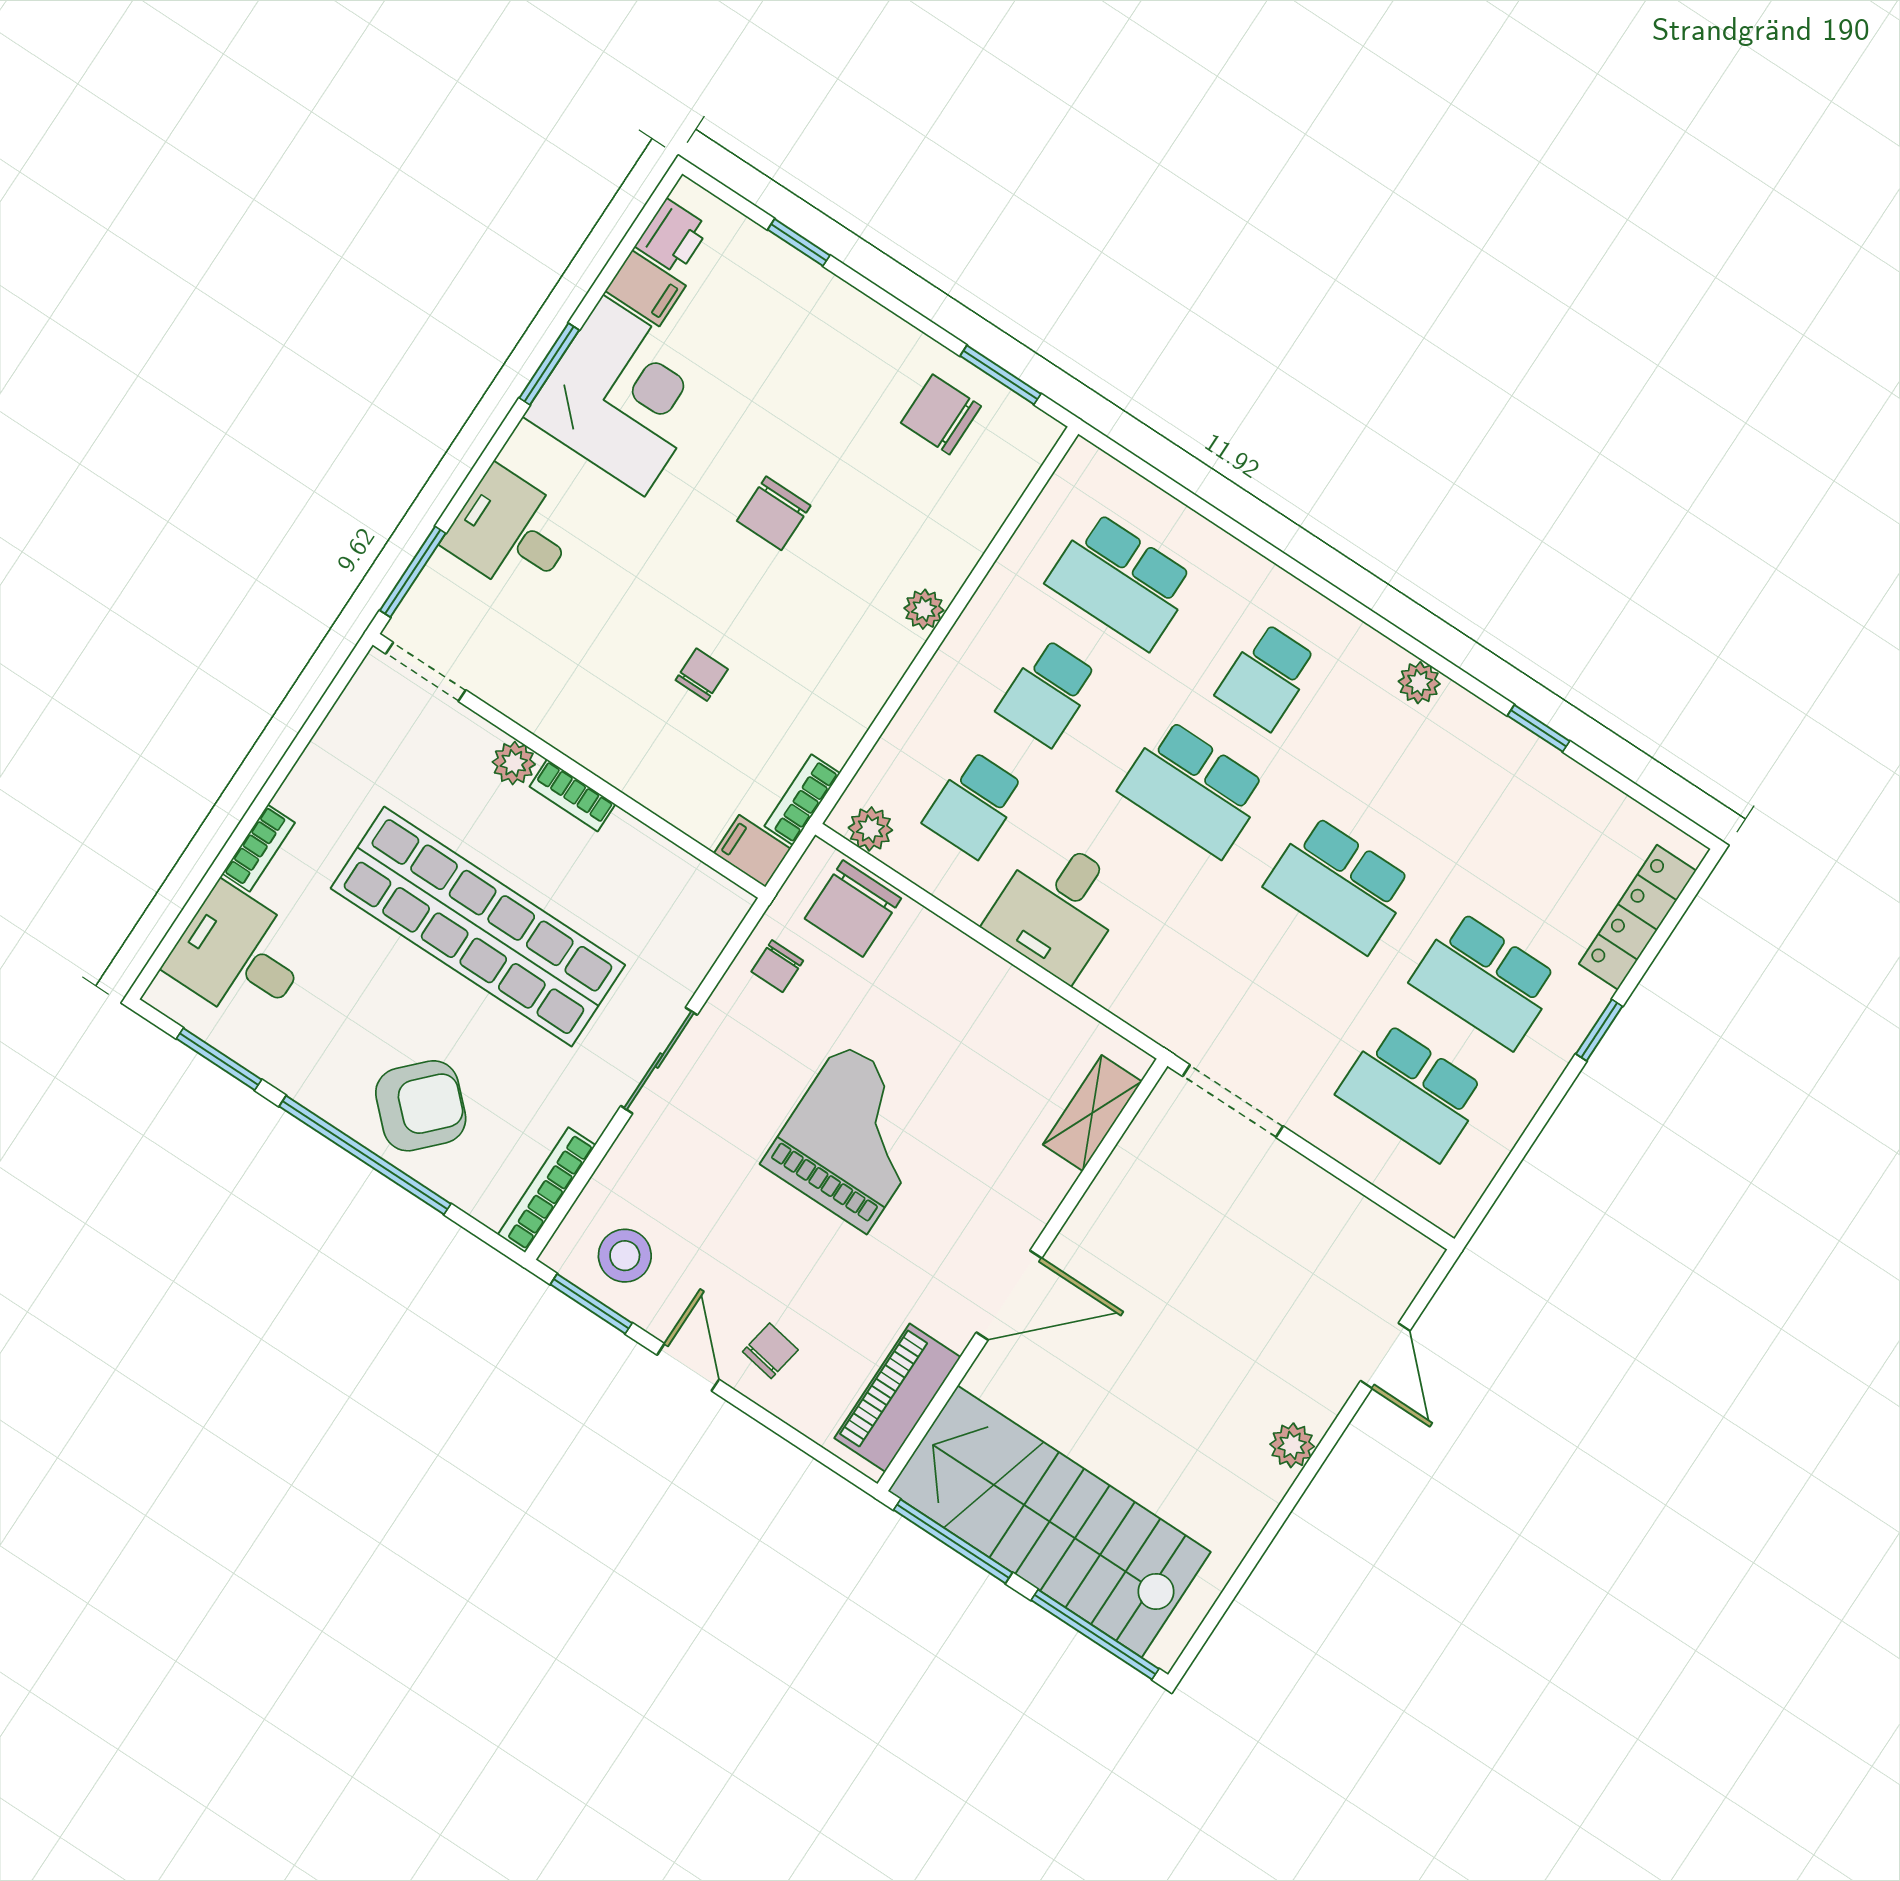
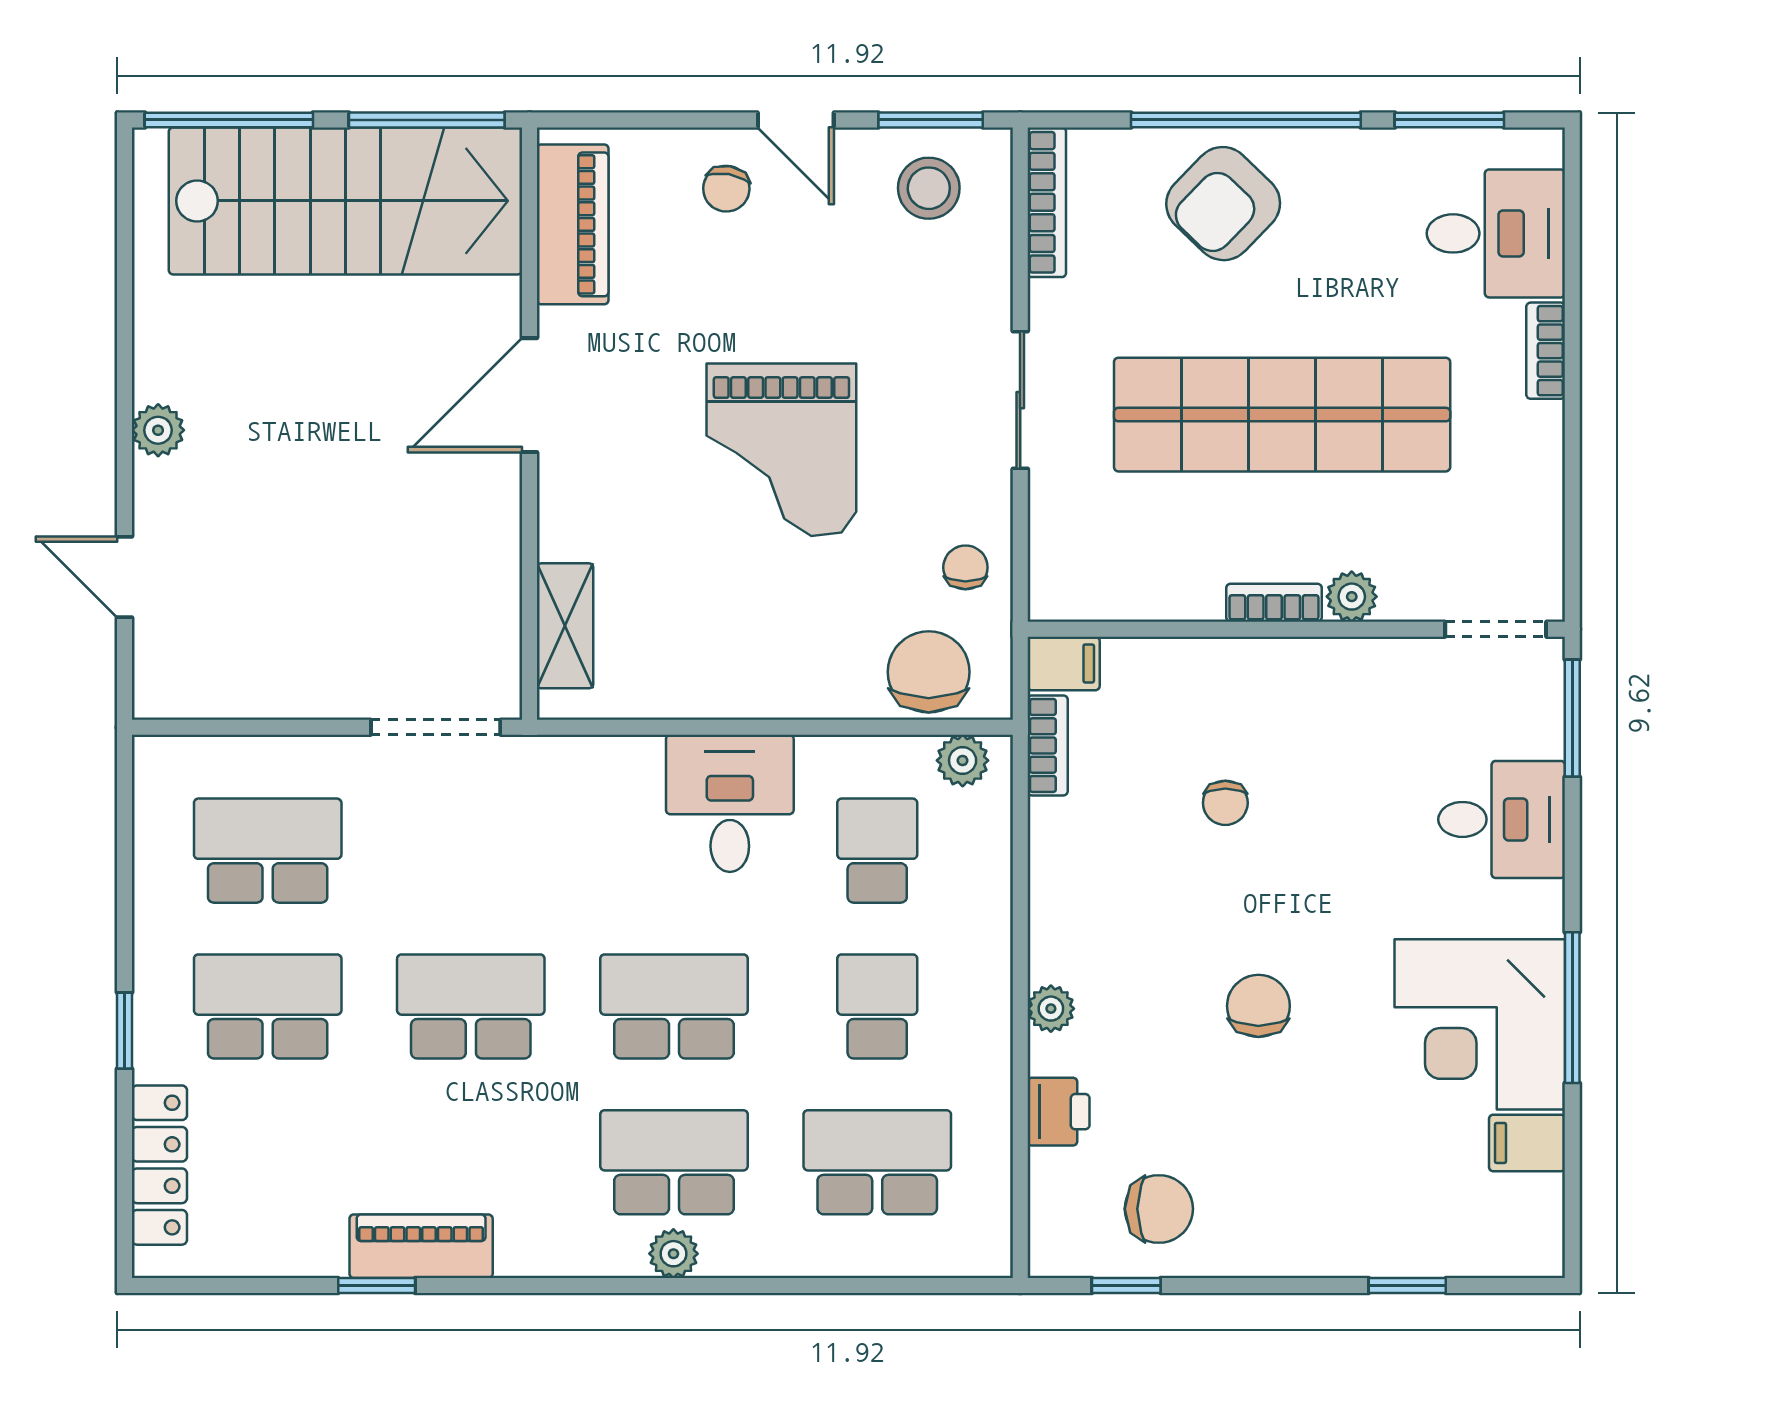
printer: (672, 237) -> (1059, 1112), moved, turned 180
window: (549, 364) -> (1572, 1008), width x1.44
window: (1000, 375) -> (1126, 1286), width x0.67
school desk: (1267, 677) -> (674, 1162), width x1.85
plant: (1419, 683) -> (673, 1254), moved
piano: (1488, 736) -> (421, 1246), added

